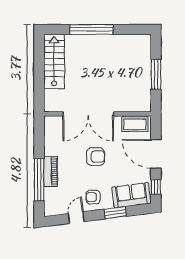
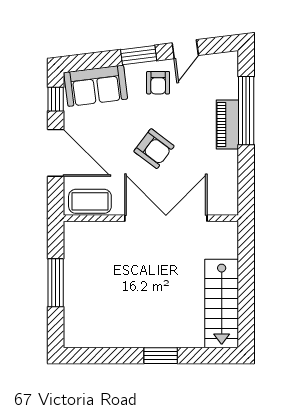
window: (92, 29) -> (161, 356), width x0.47
armchair: (96, 157) -> (154, 149), turned -143
armchair: (93, 197) -> (158, 83), turned 90
window: (115, 213) -> (139, 55), moved

